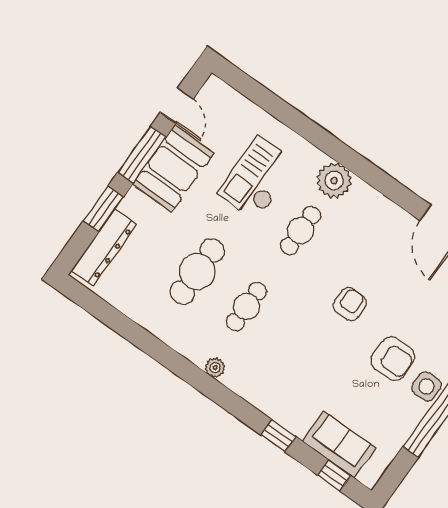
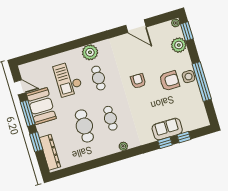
sofa: (339, 445) -> (167, 129), moved
window: (334, 475) -> (184, 137), moved

